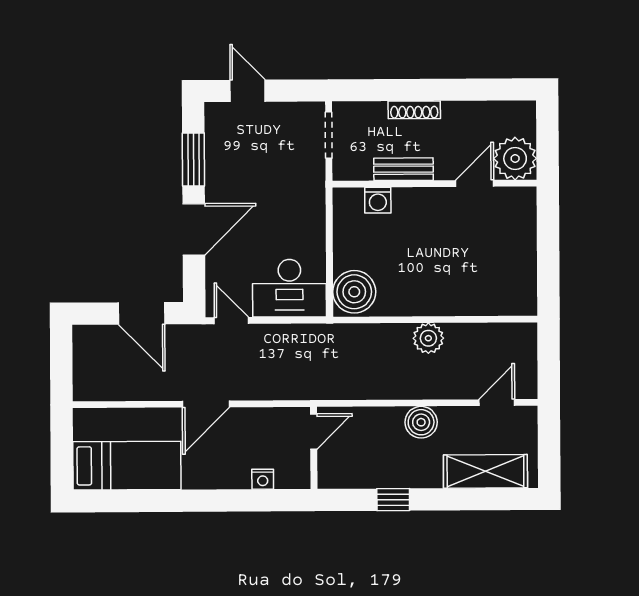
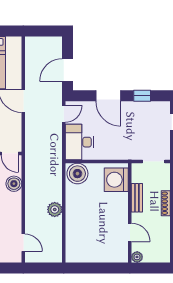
plant: (515, 158) -> (137, 257), width x0.53, depth x0.53
window: (193, 160) -> (142, 96), width x0.67
washing machine: (378, 200) -> (116, 180), width x1.89, depth x1.89
boiler: (421, 422) -> (14, 184), moved

